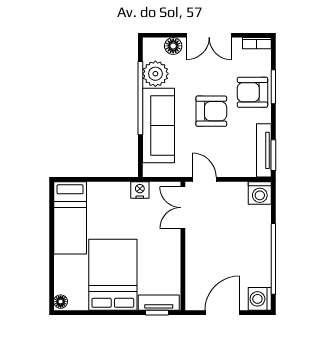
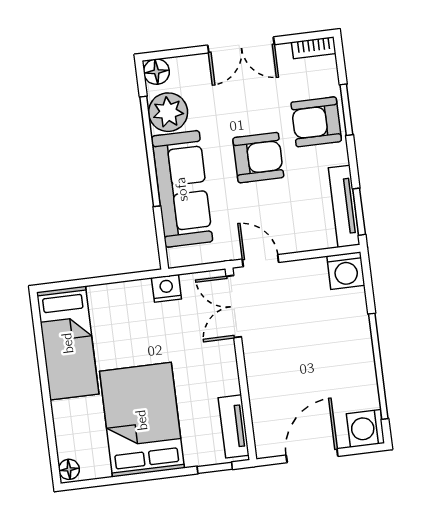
floor lamp: (173, 46) -> (156, 72), moved
tv unit: (159, 303) -> (234, 426), moved, turned -90

